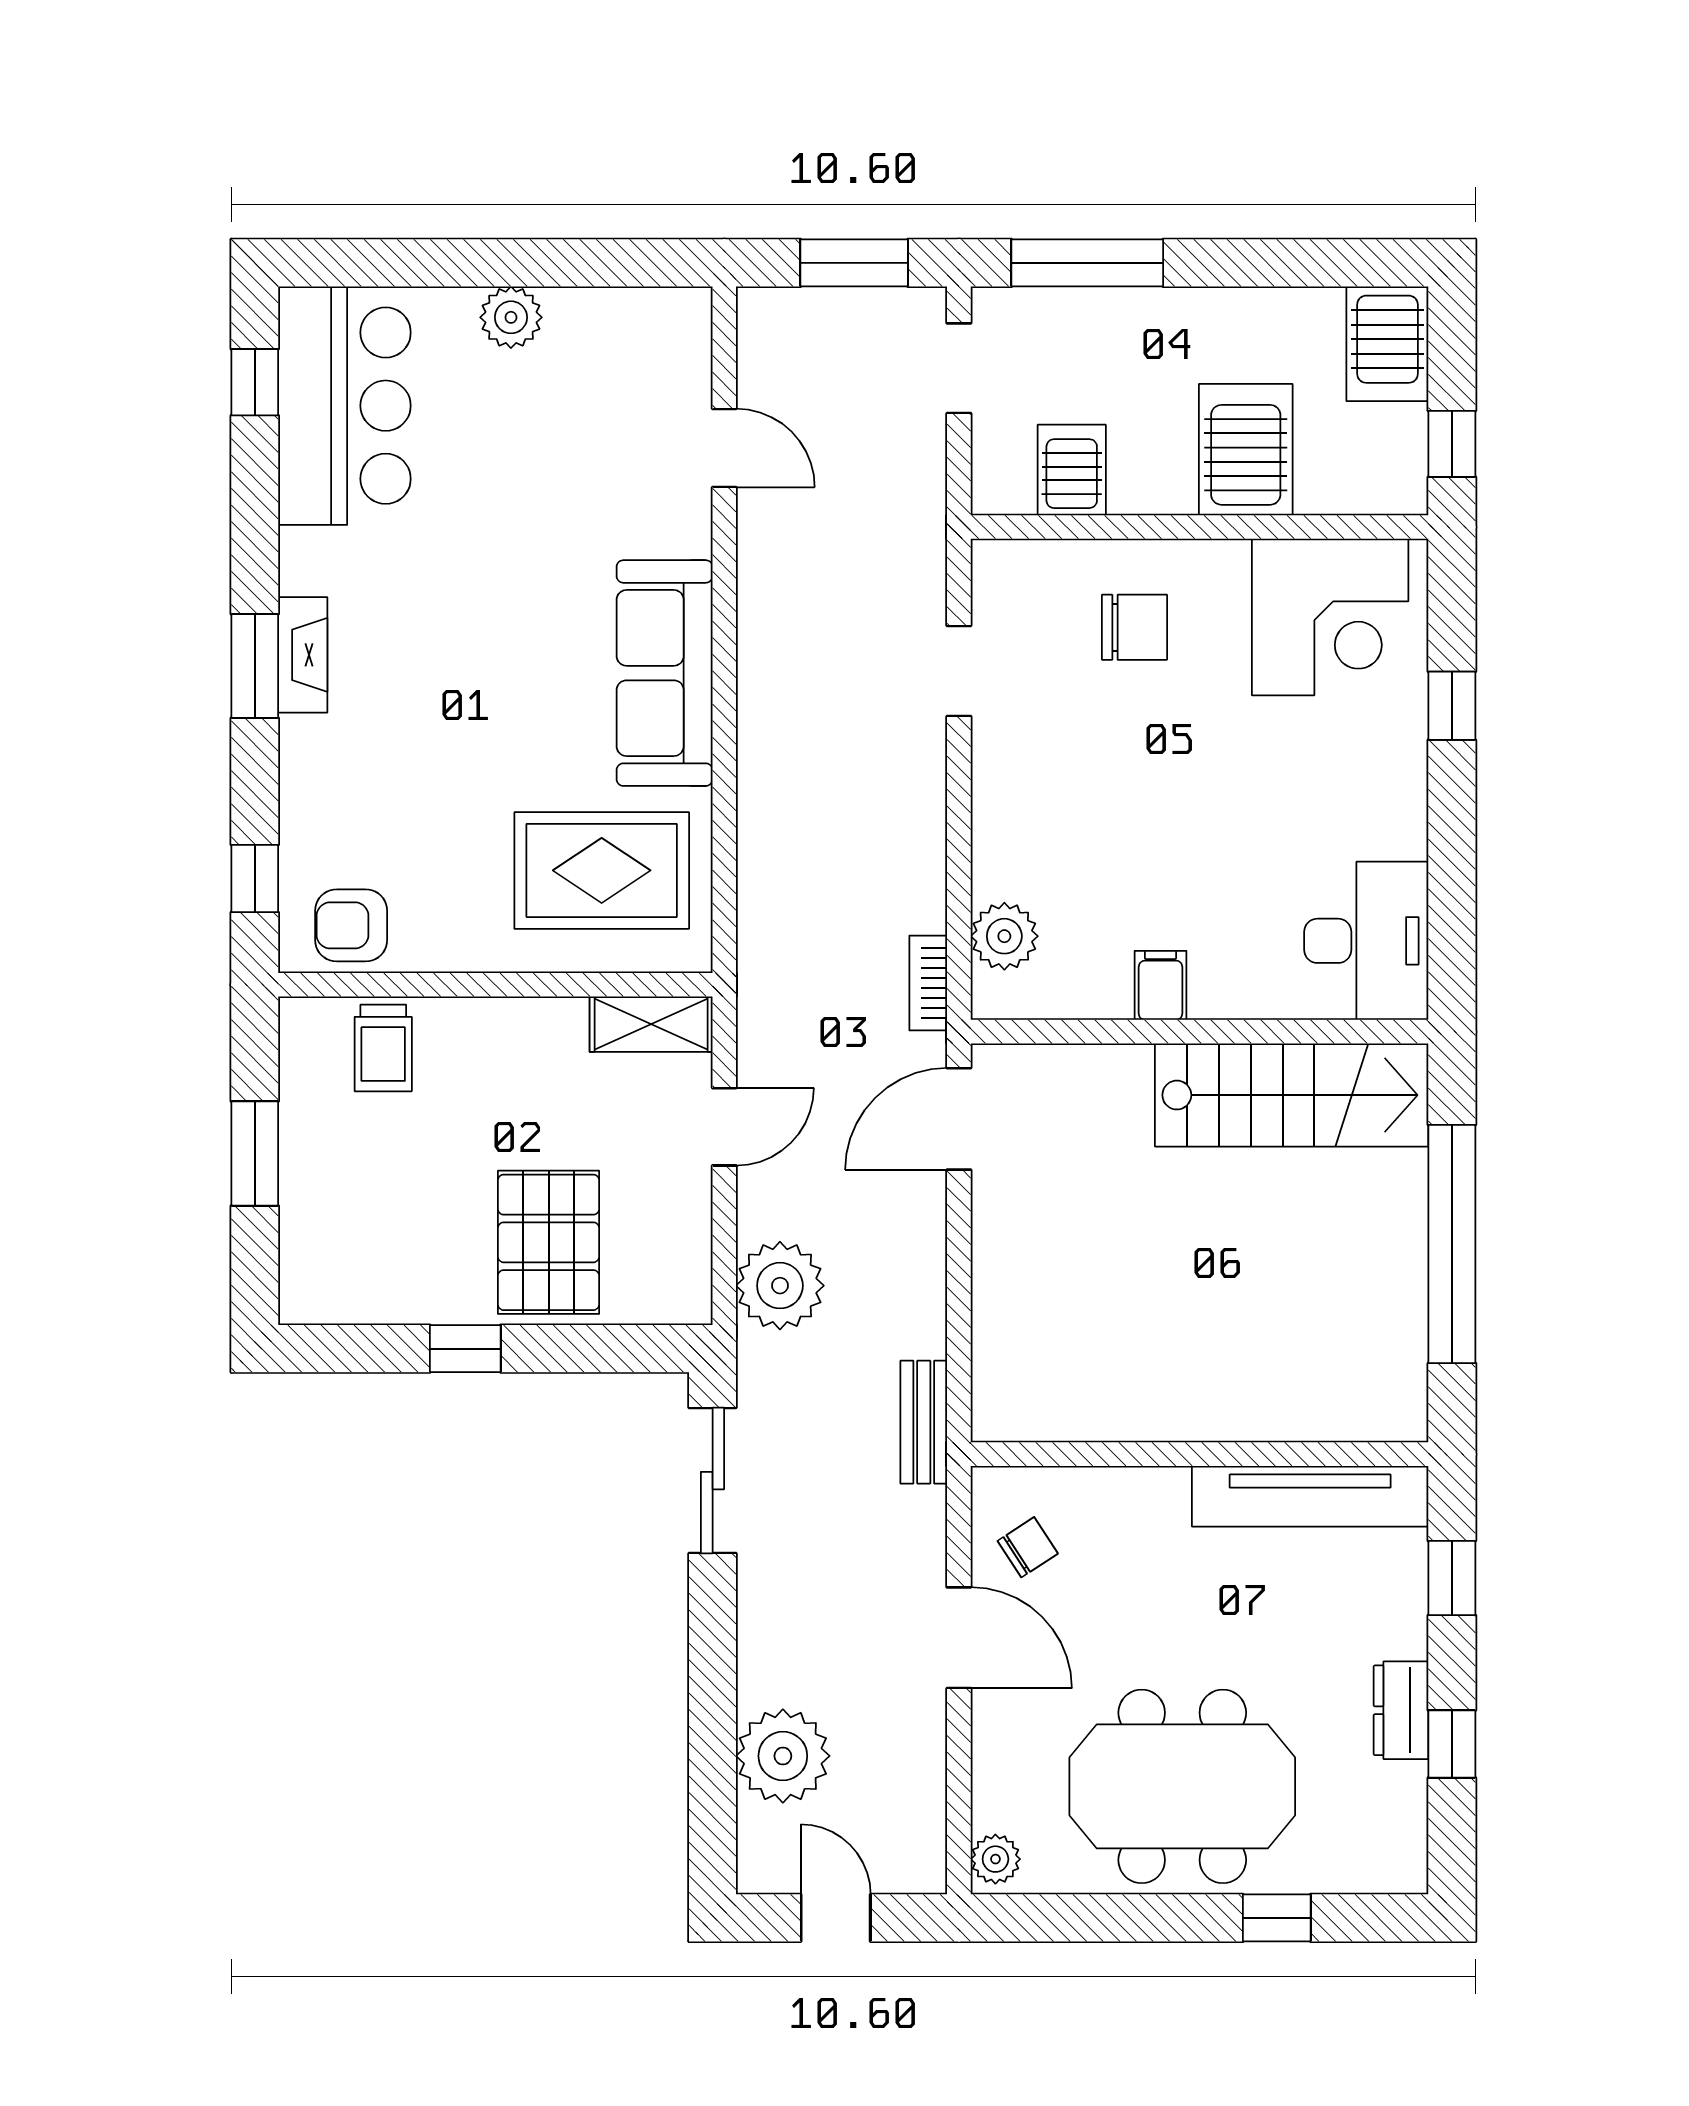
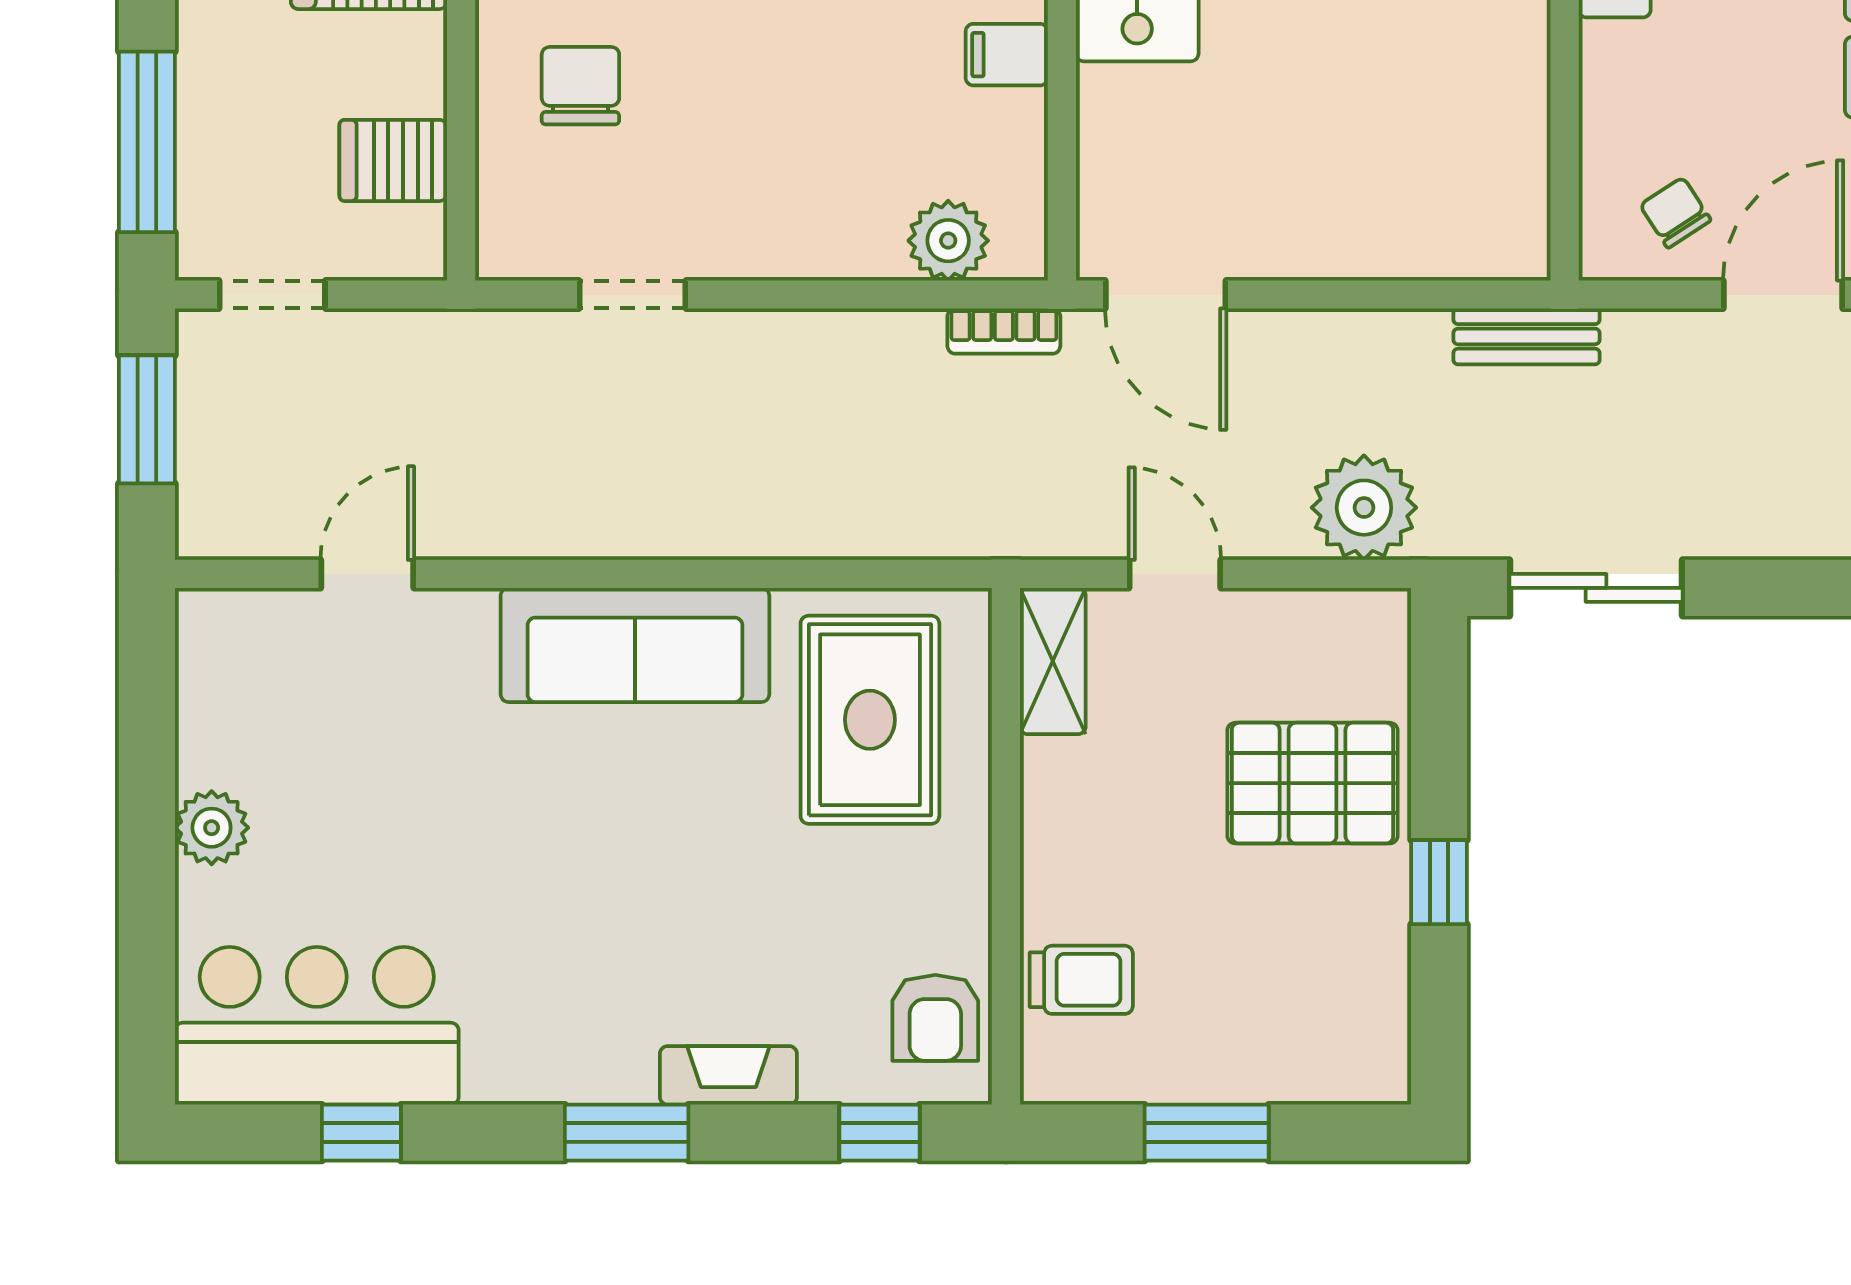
window: (255, 382) -> (361, 1133), moved
fireplace: (303, 655) -> (728, 1075), moved

